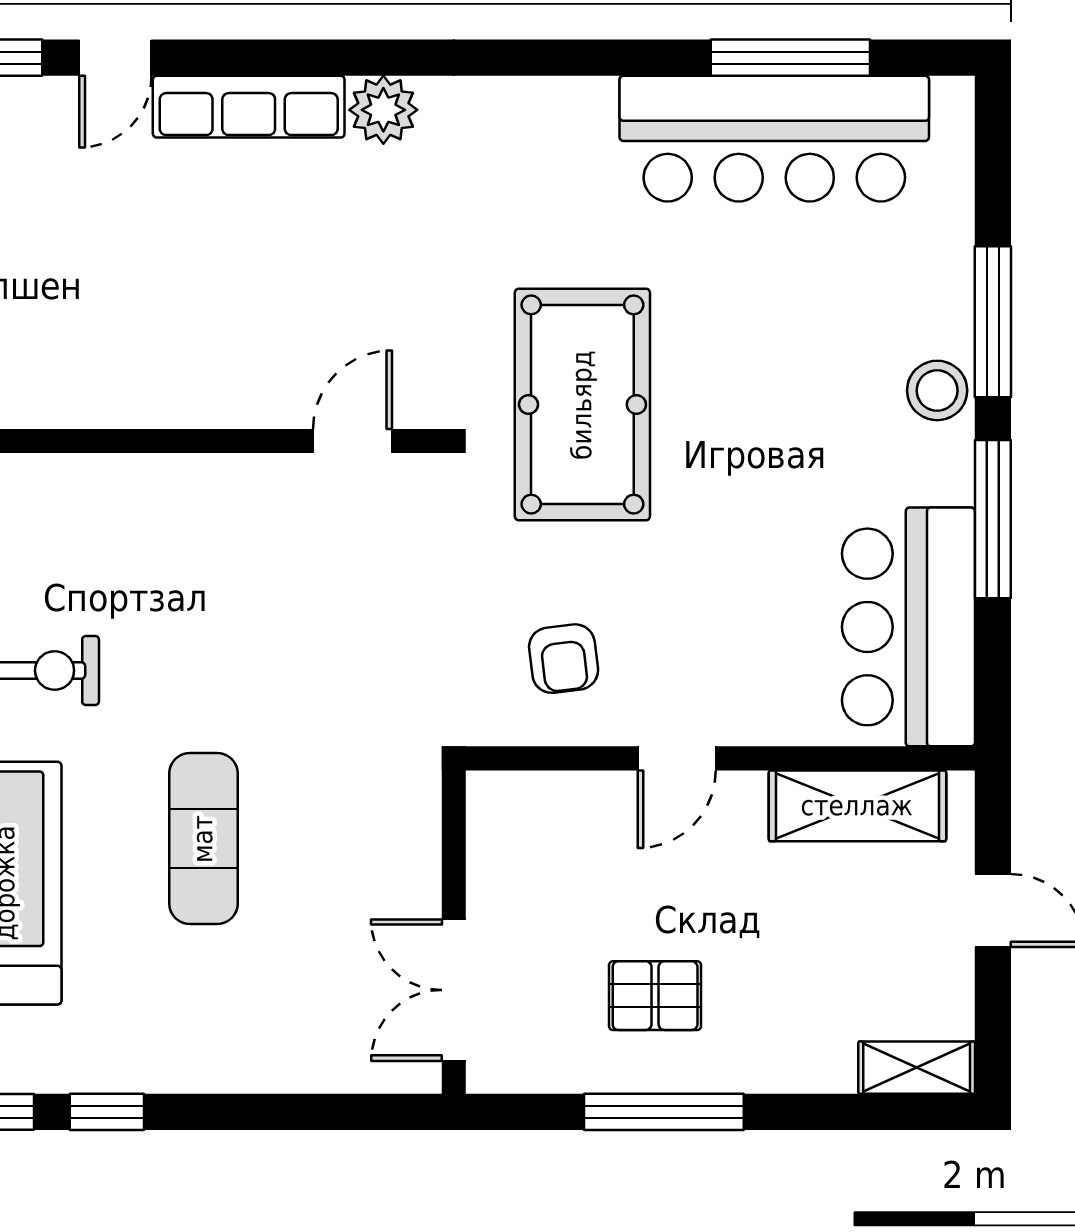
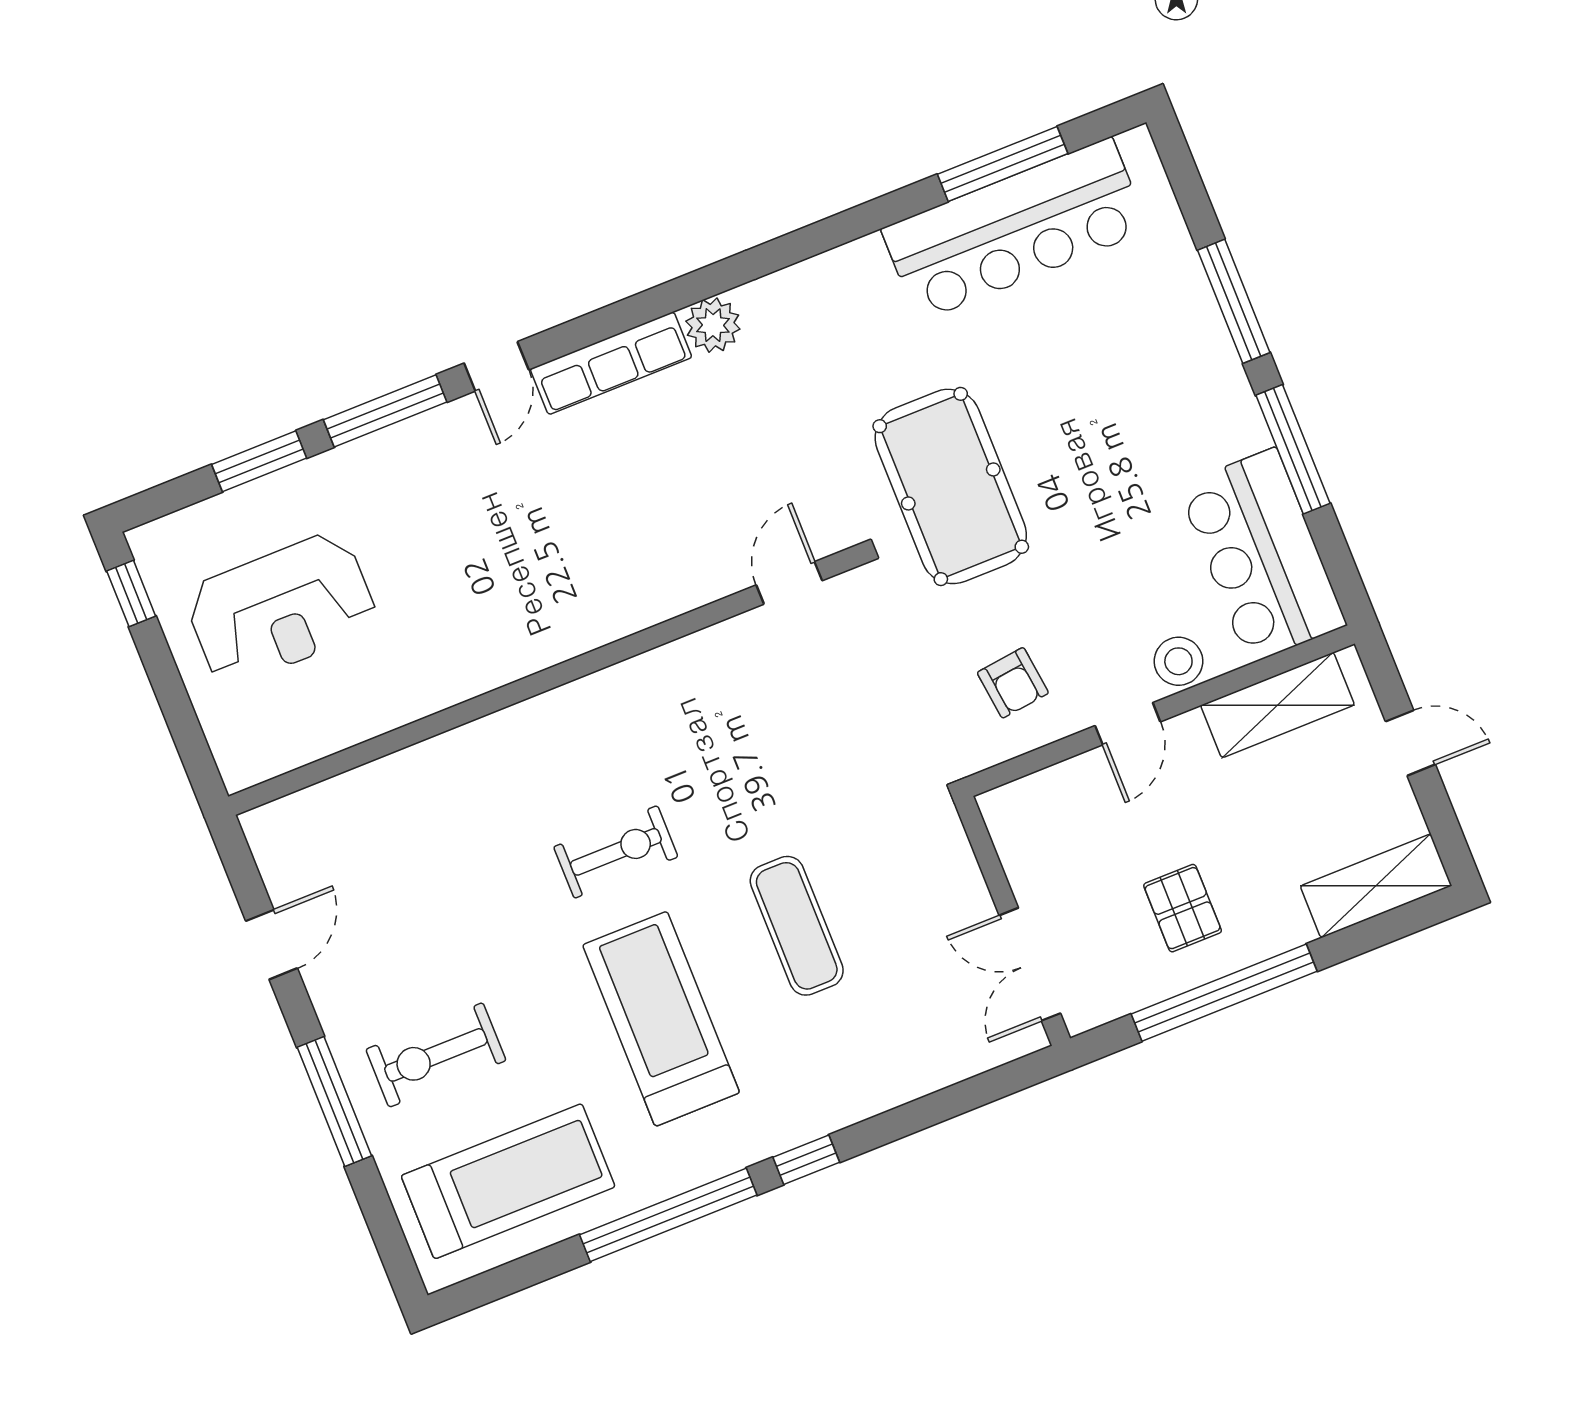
stool: (937, 390) -> (1178, 661), moved
pallet: (655, 996) -> (1183, 908), turned 90
shelving: (917, 1068) -> (1376, 886), width x1.50, depth x1.33
window: (664, 1112) -> (1224, 993), width x1.46

